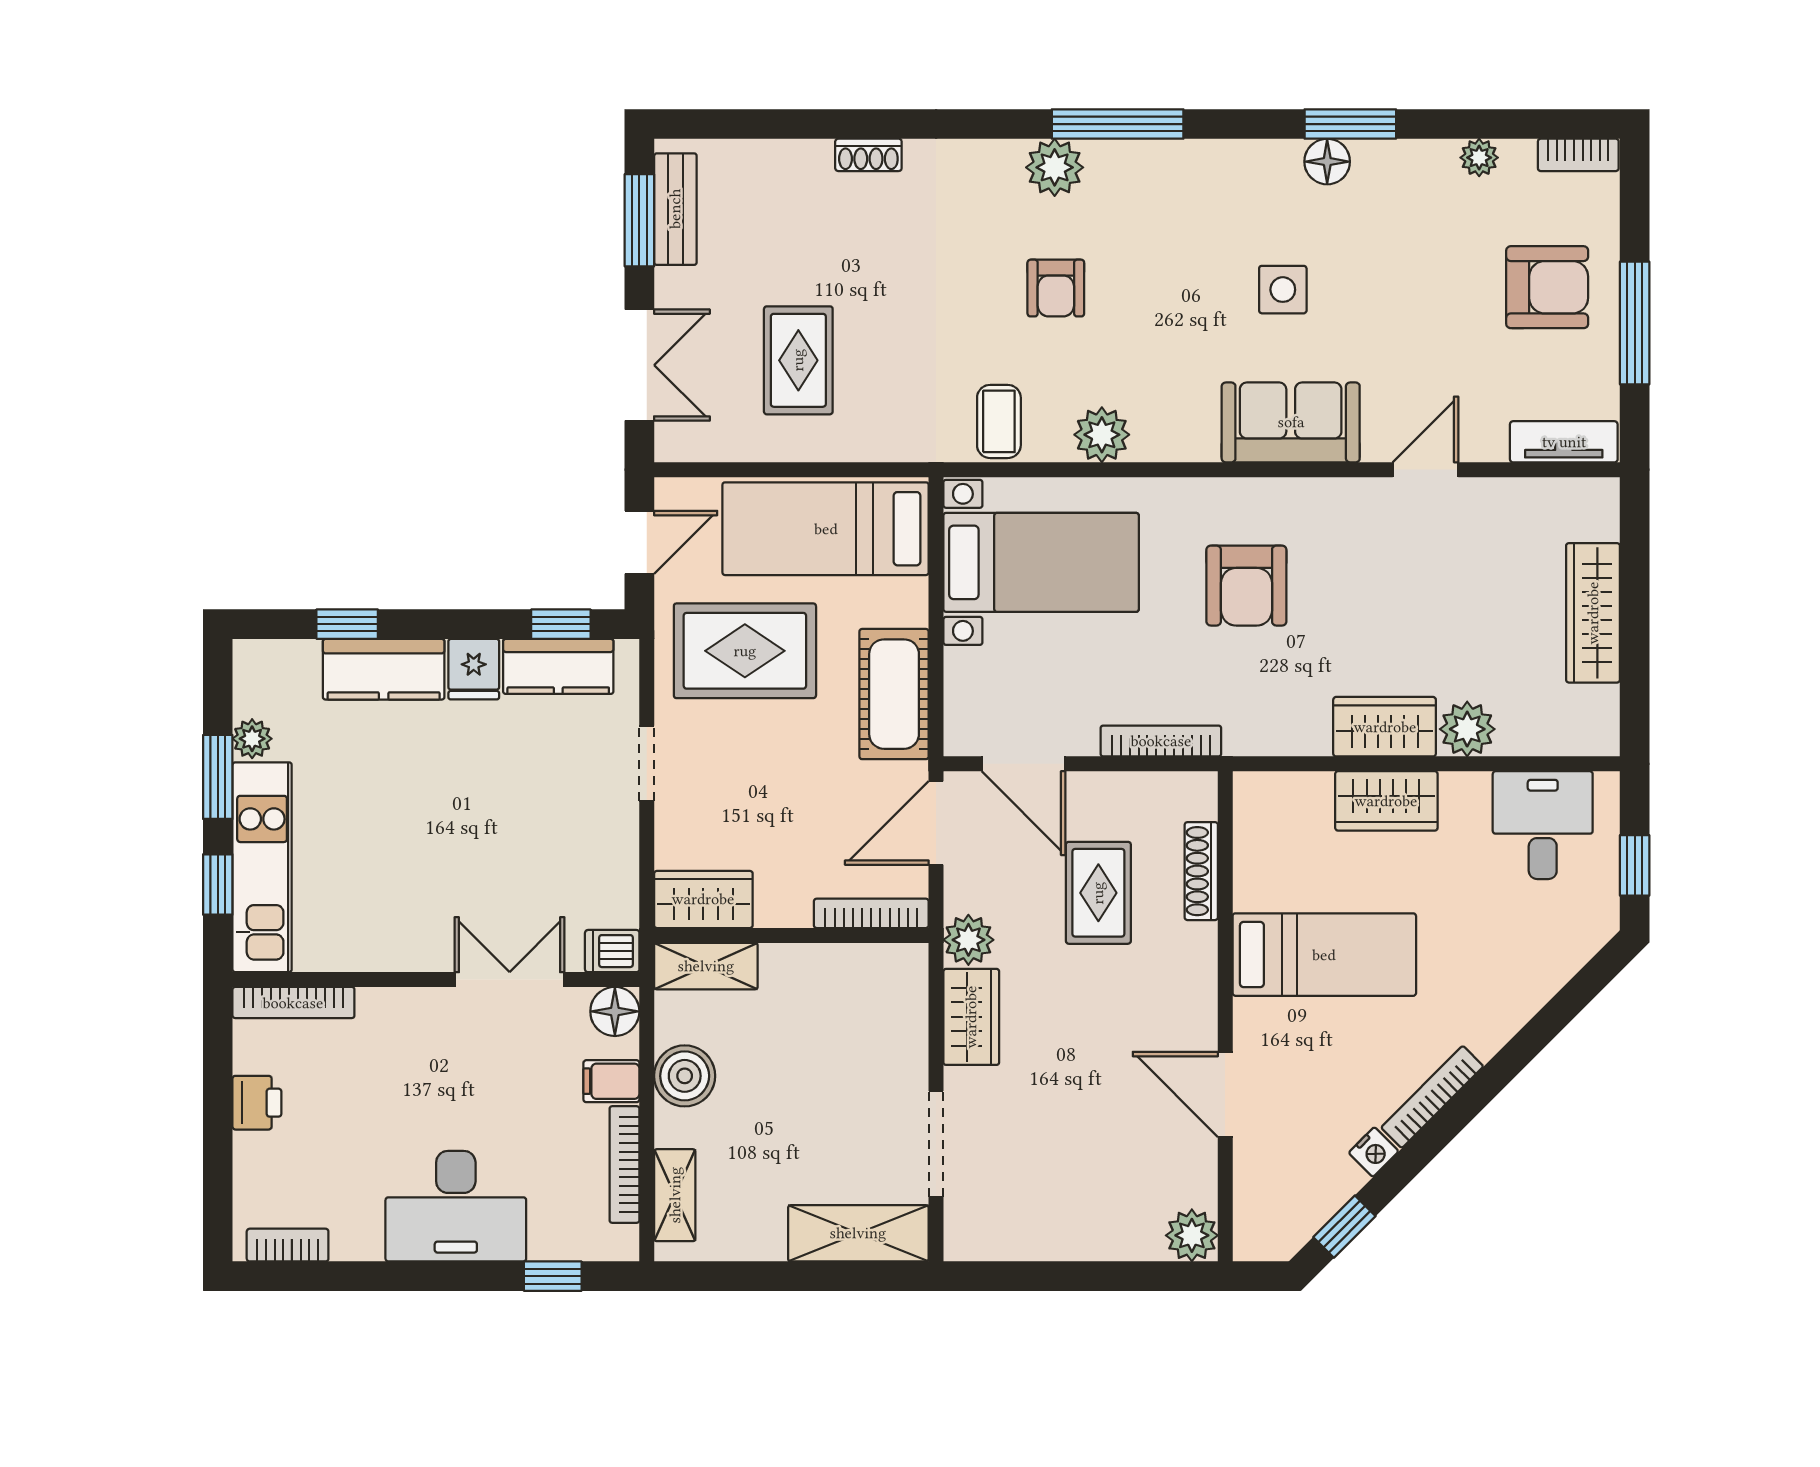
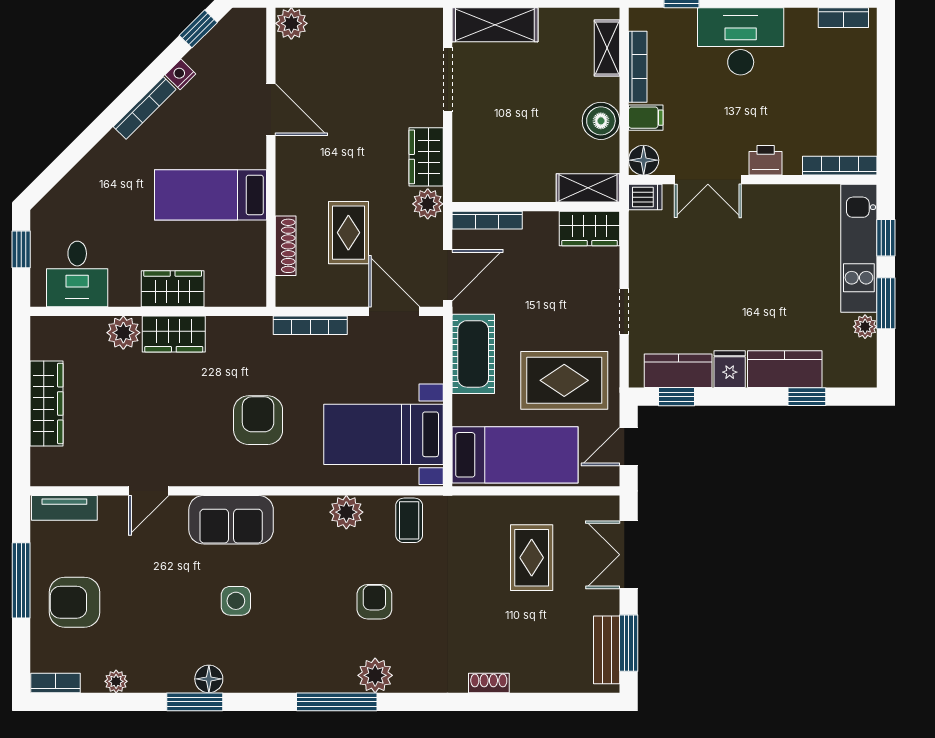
printer: (257, 1103) -> (766, 160), moved, turned 90

